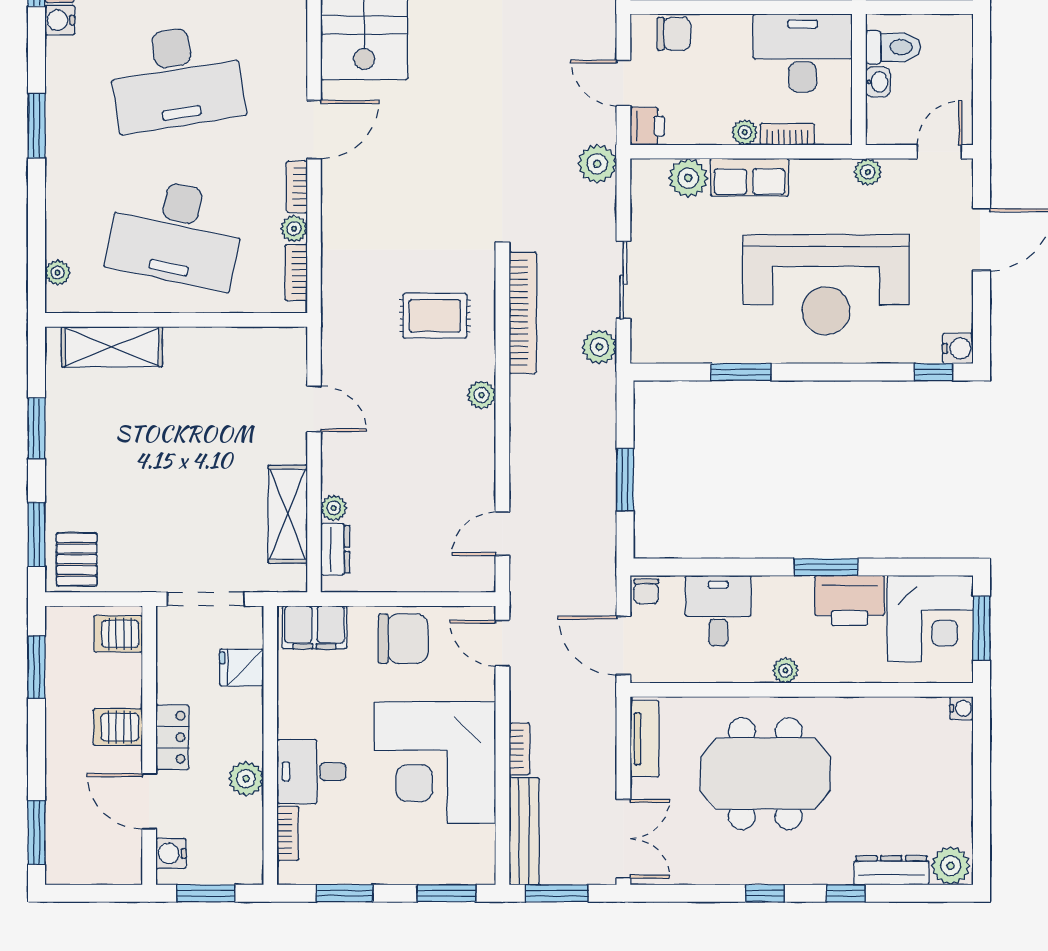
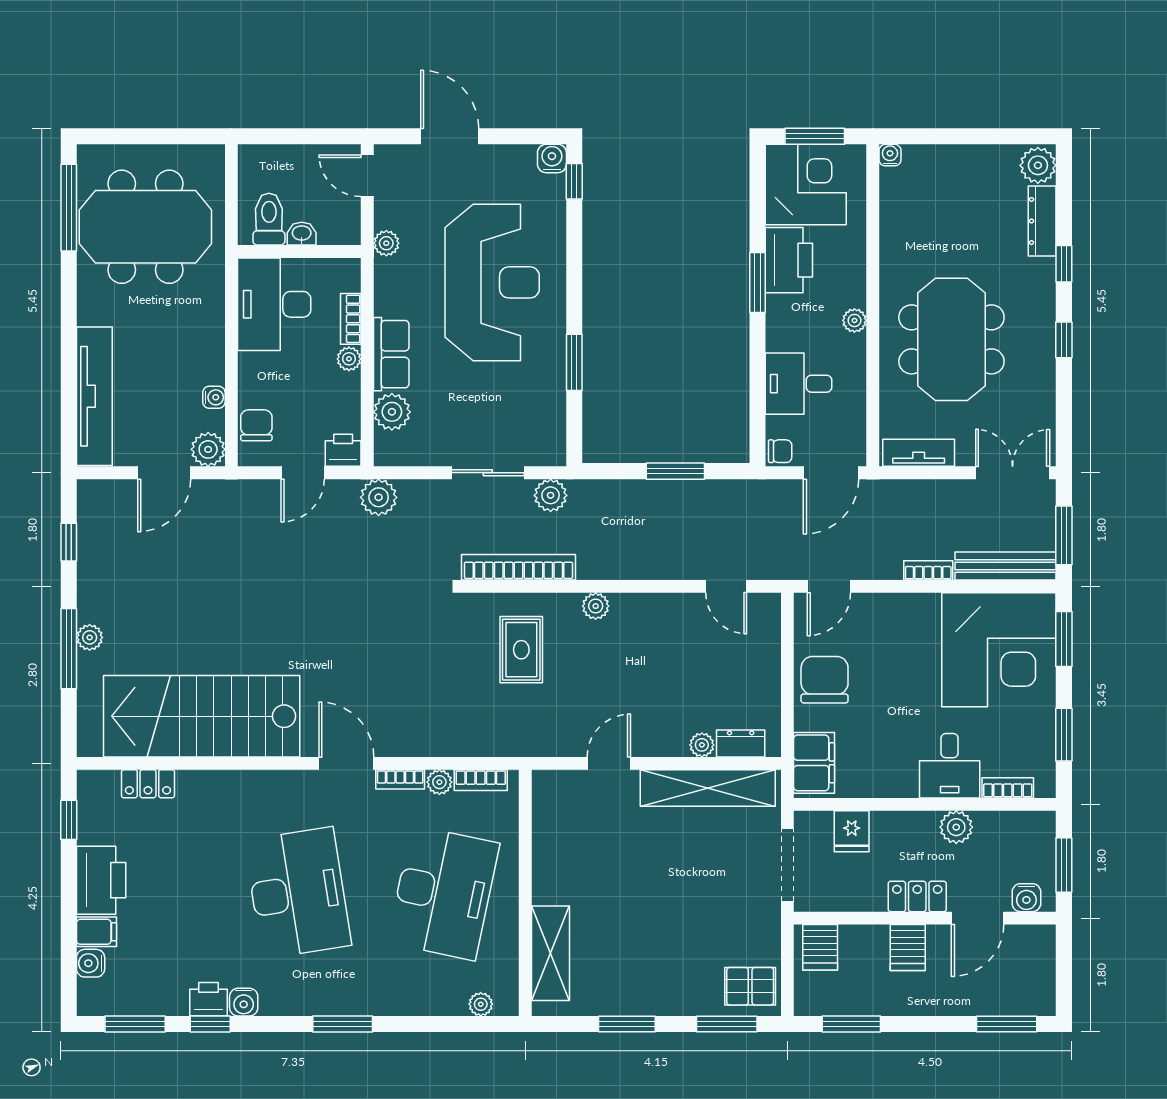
shelving: (288, 514) -> (708, 788), width x1.47
corner desk: (435, 762) -> (999, 650), moved

